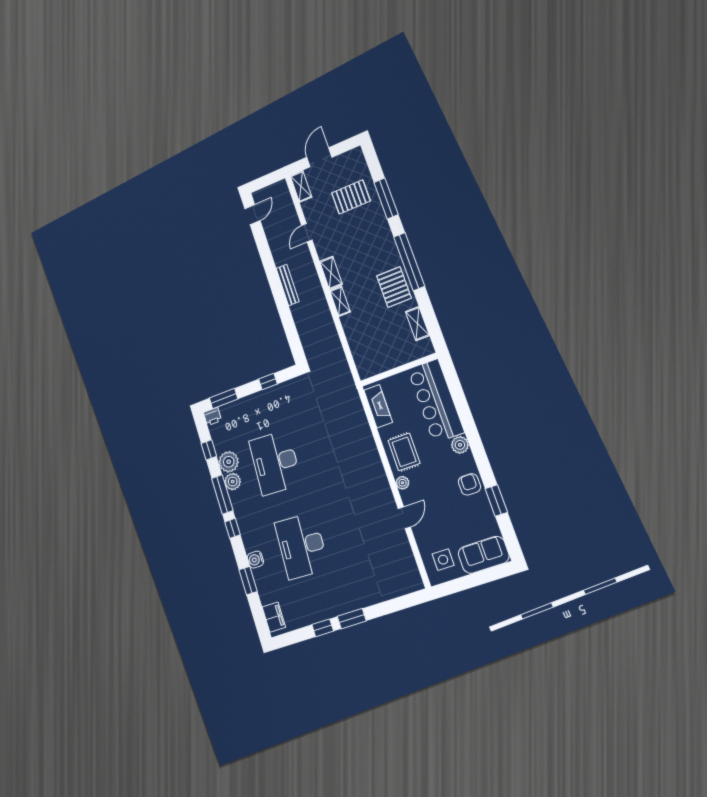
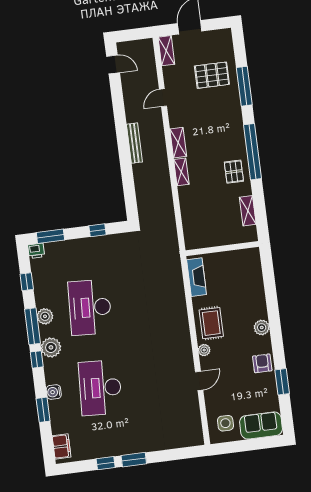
door: (252, 215) -> (113, 64), hinge flipped
pallet: (394, 287) -> (234, 172), width x0.67, depth x0.71
bar counter: (436, 401) -> (249, 284), removed
plant: (229, 462) -> (51, 347), moved

